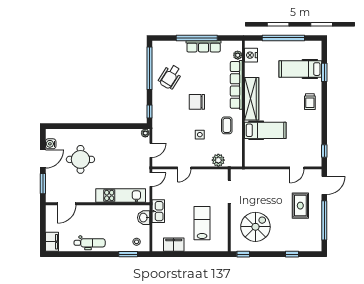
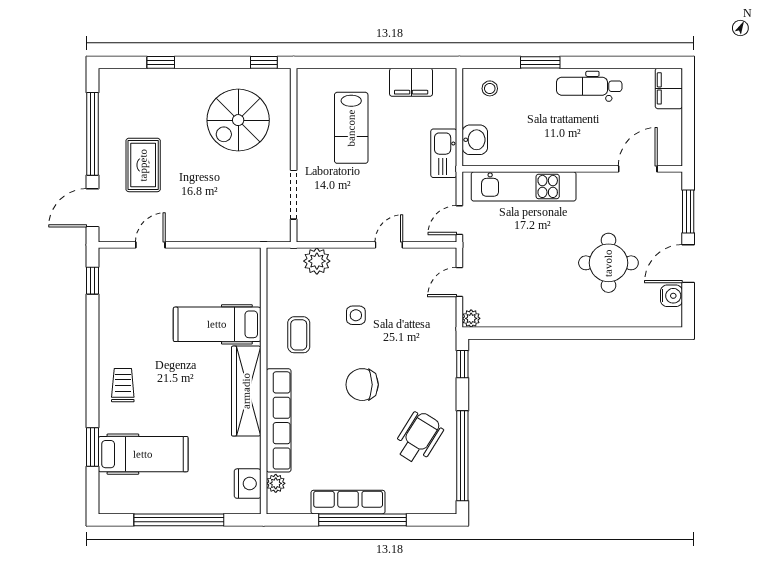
chair: (197, 102) -> (362, 385), turned 180
window: (128, 254) -> (540, 62), moved

